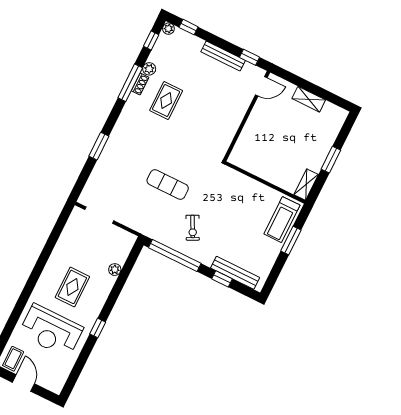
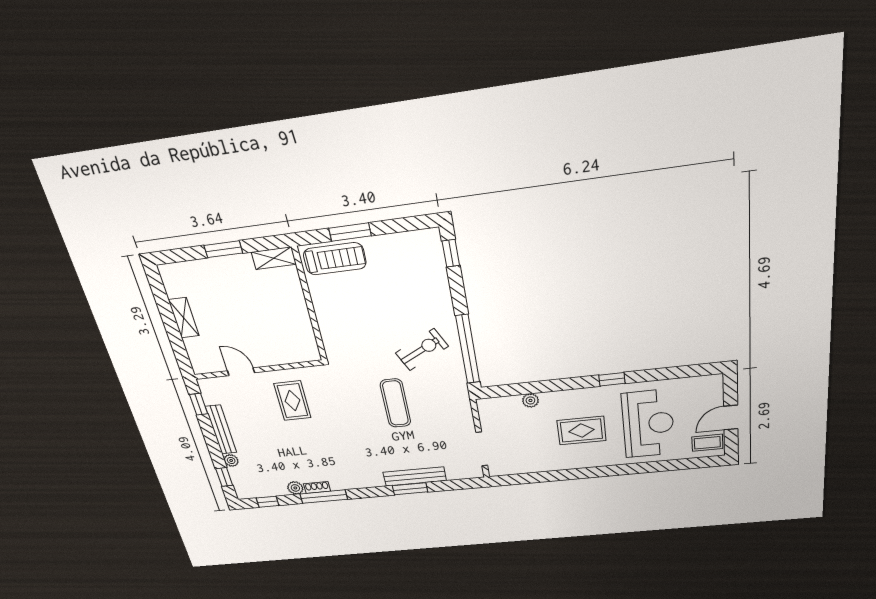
plant: (168, 29) -> (231, 460), moved
door: (261, 86) -> (241, 372), moved
rug: (166, 101) -> (292, 401), moved, turned 90
exercise bike: (193, 228) -> (422, 350), width x1.38, depth x1.39
bench: (235, 273) -> (415, 476), moved, turned 90
window: (222, 279) -> (451, 253), moved

